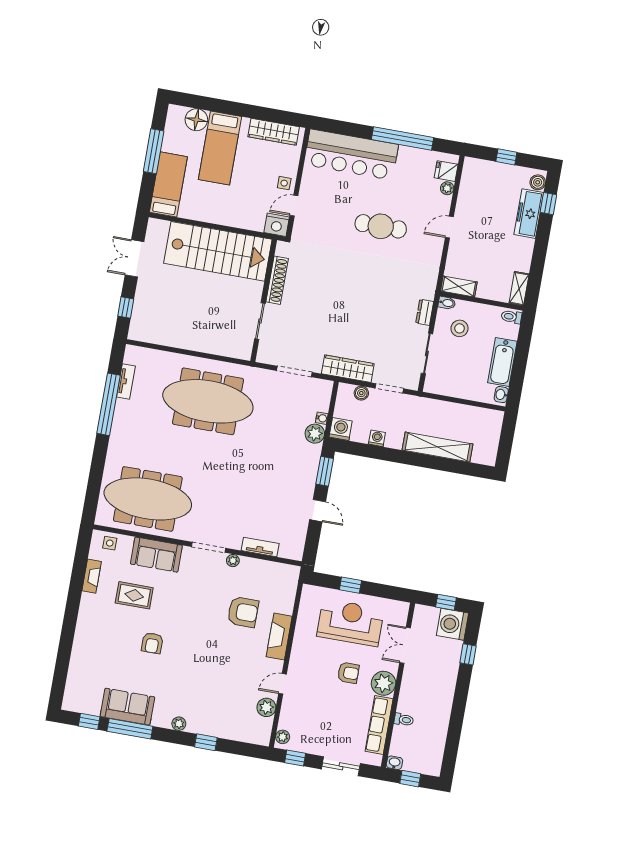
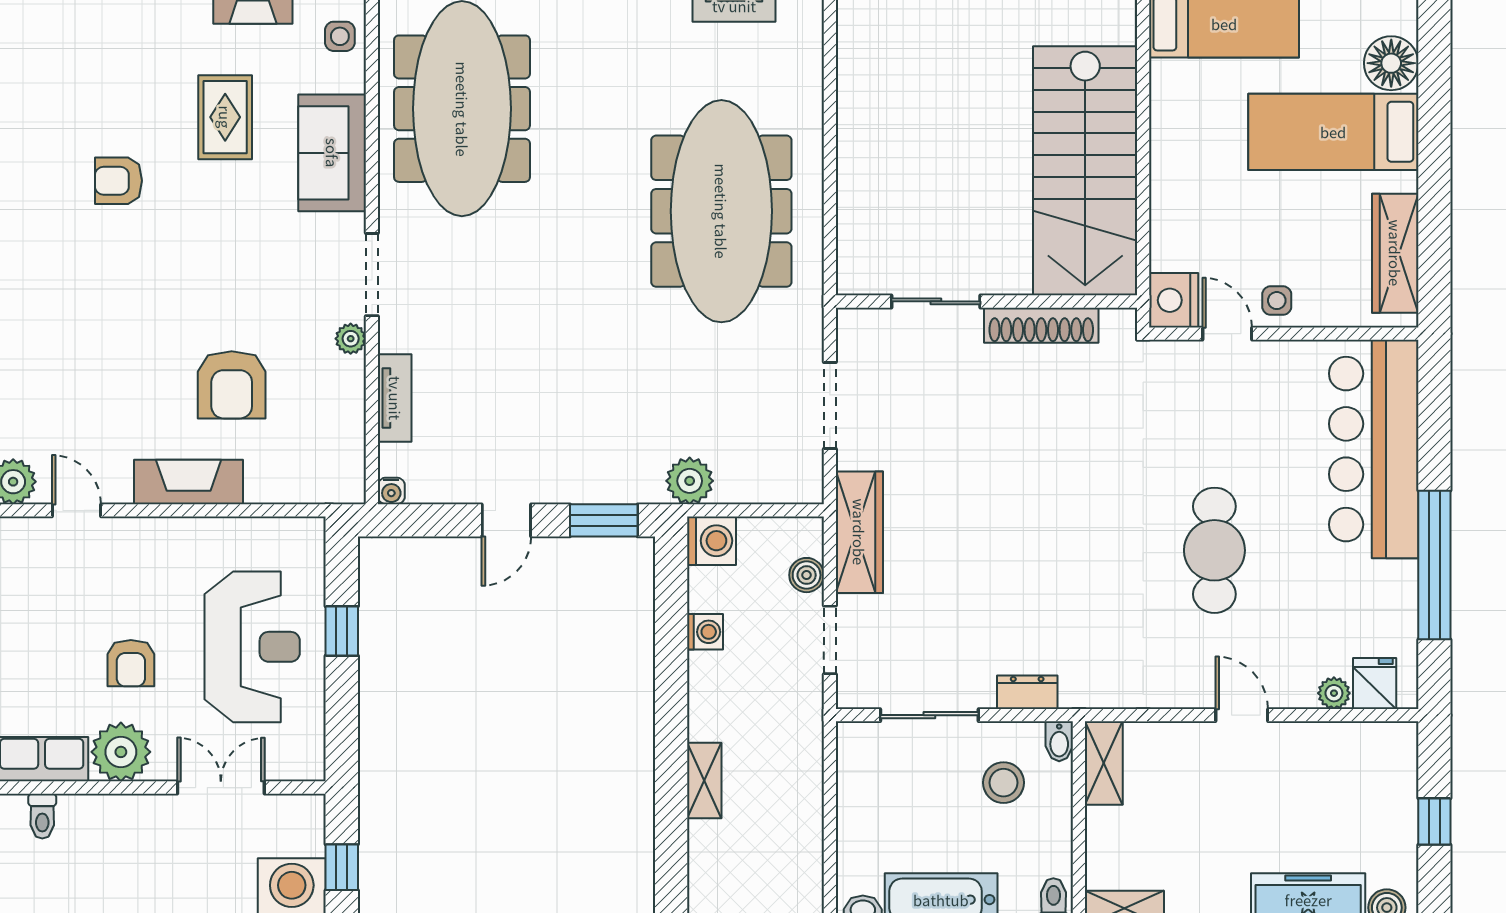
water cooler: (322, 418) -> (391, 491), moved
shelving: (437, 447) -> (704, 780), width x0.45, depth x0.75

